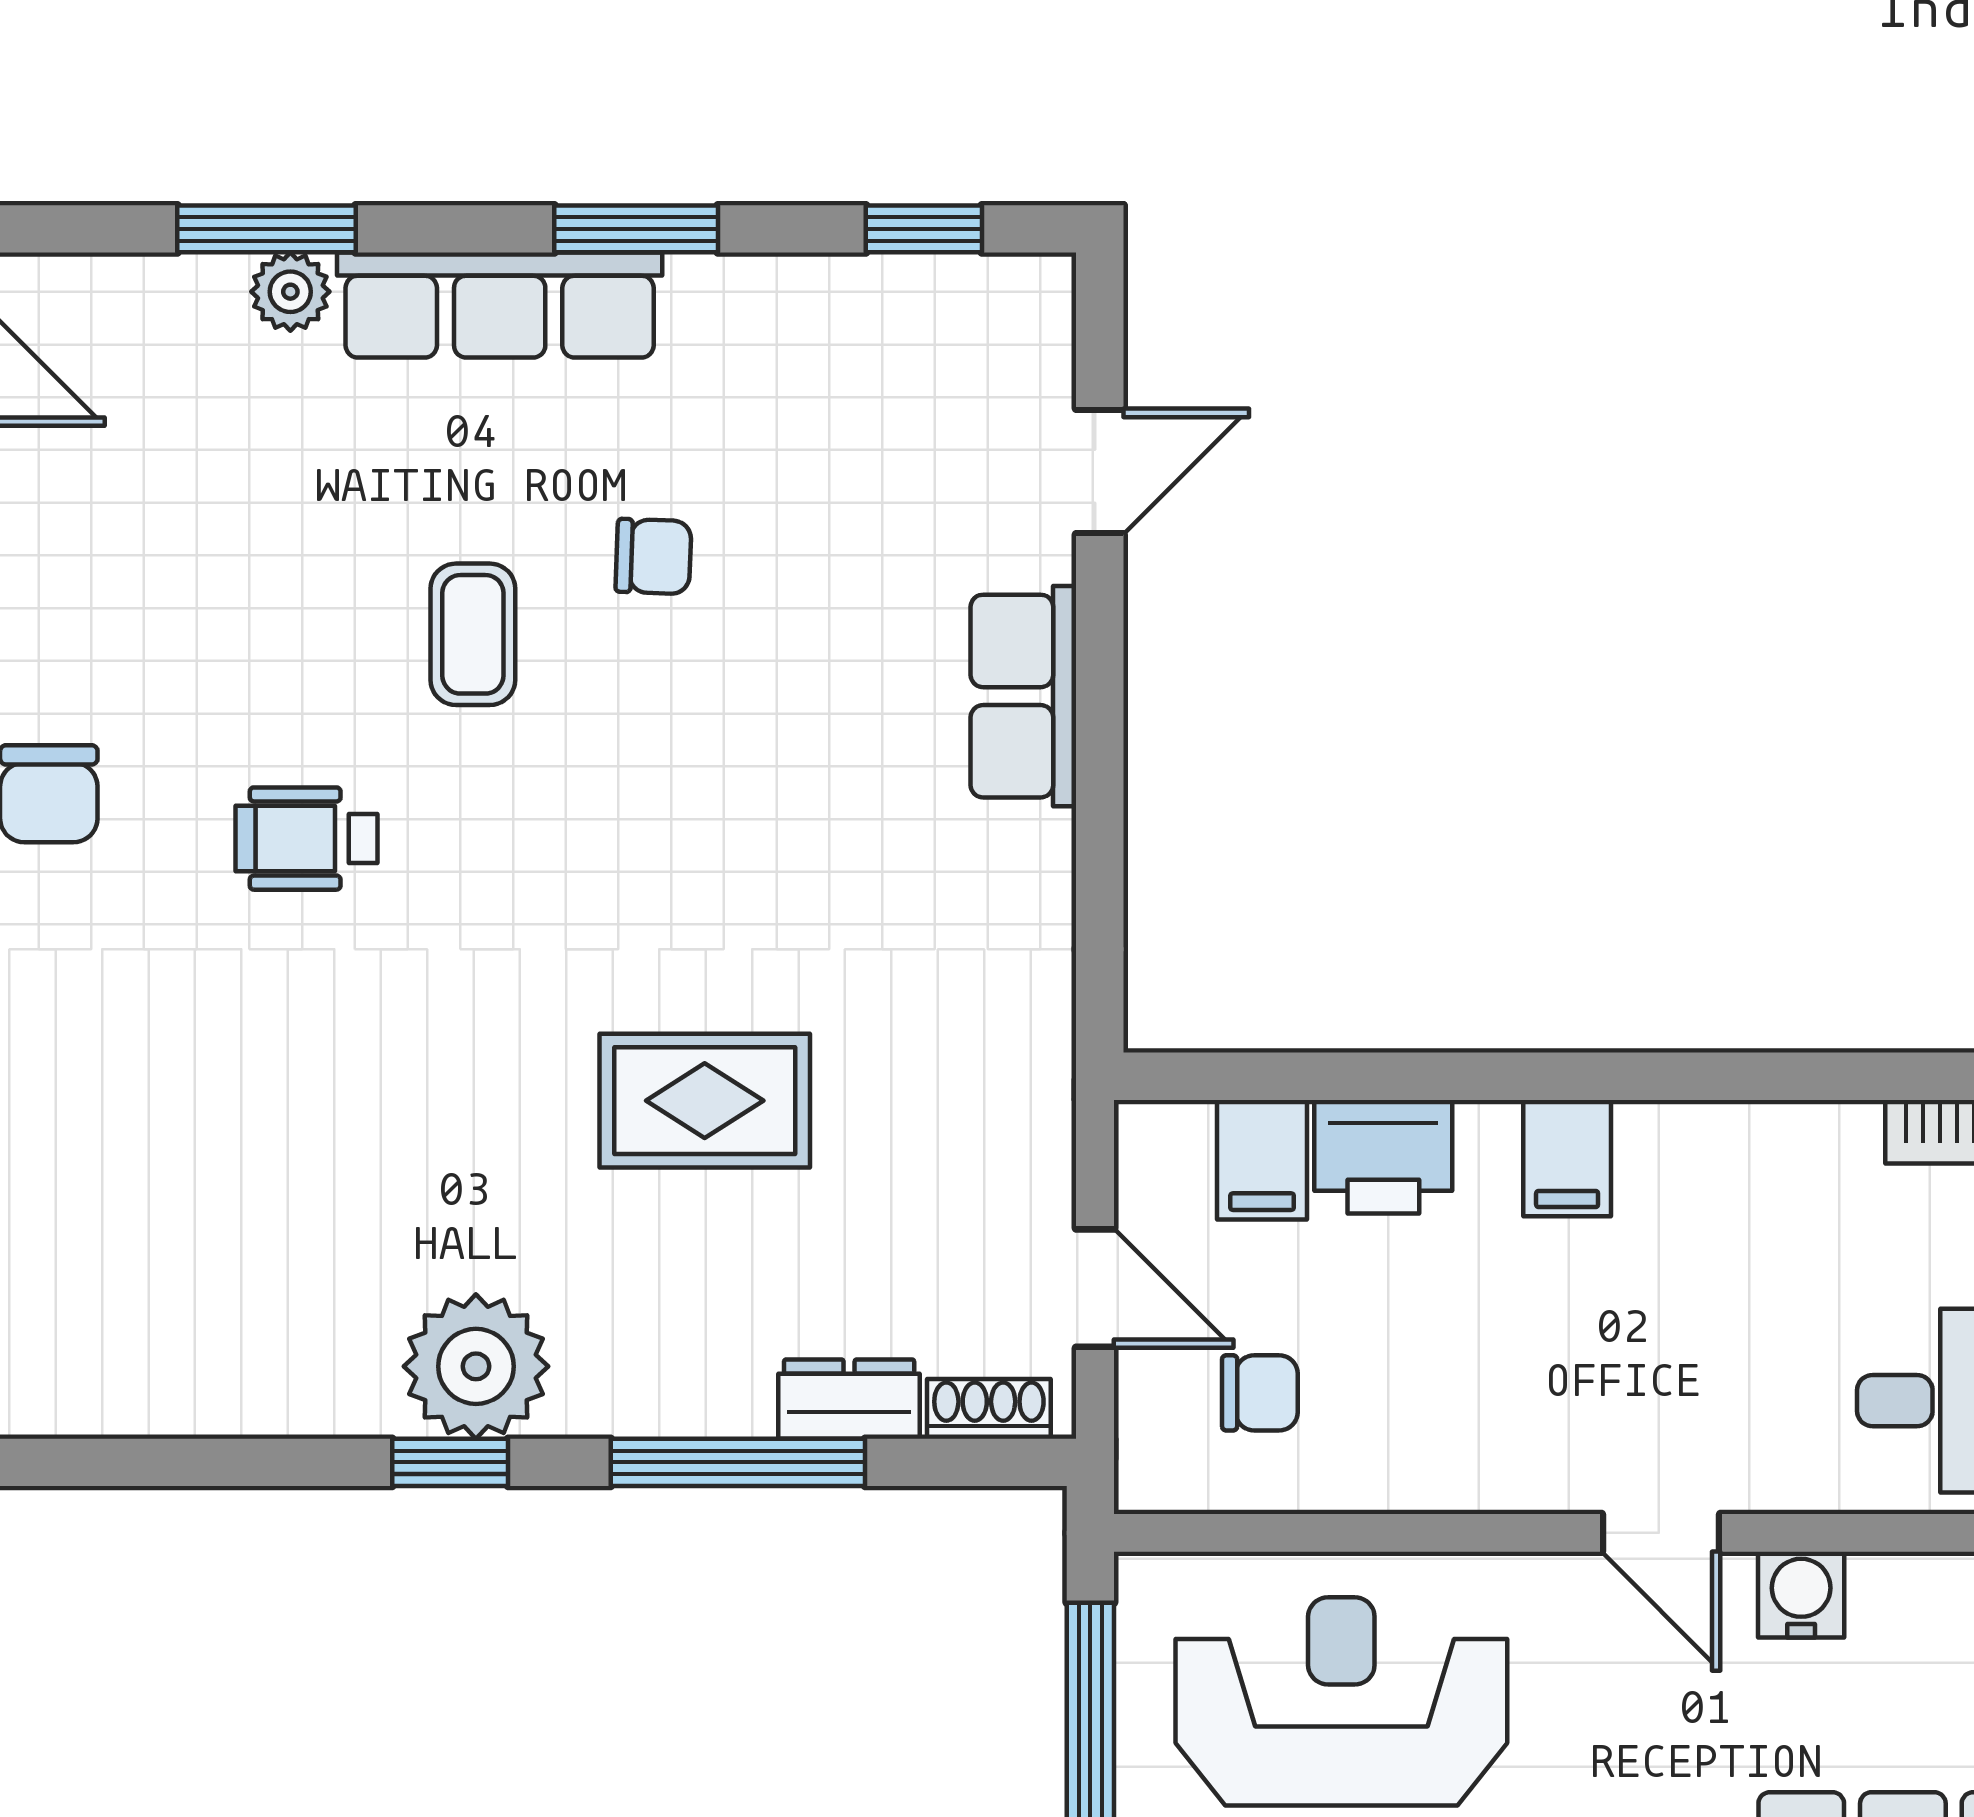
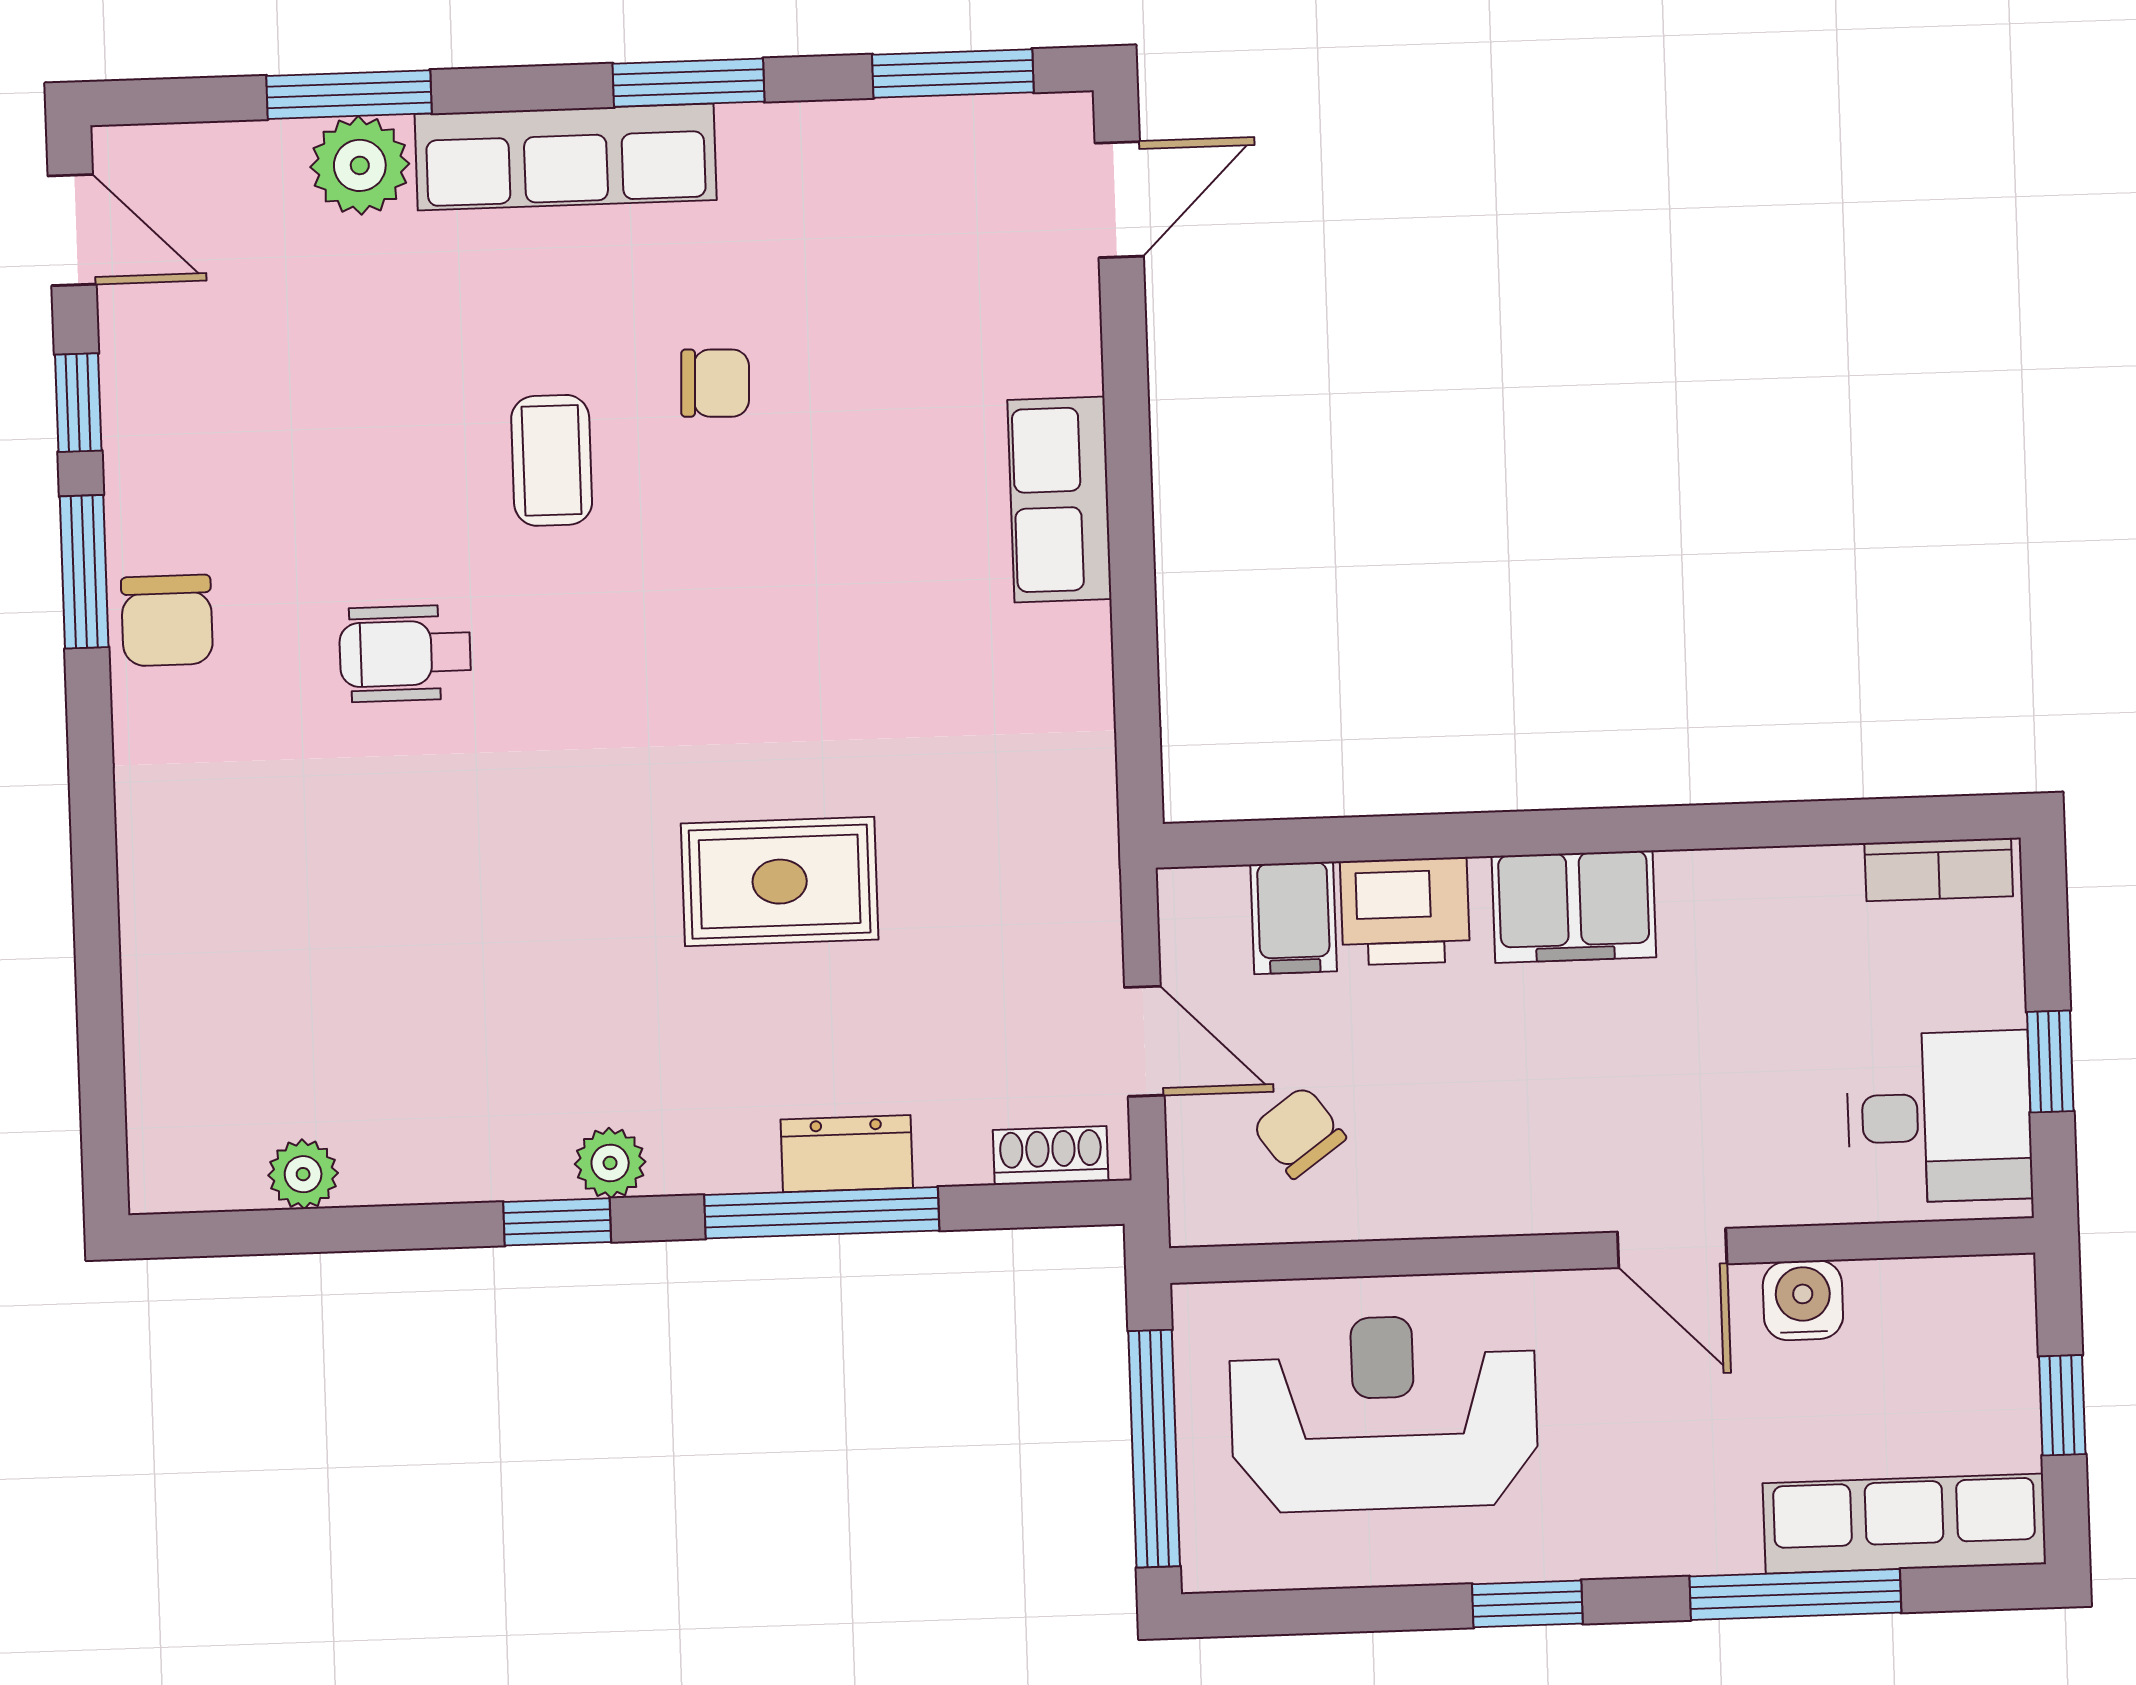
window: (924, 229) -> (953, 73), width x1.50
plant: (290, 292) -> (360, 165), width x1.38, depth x1.38
door: (1100, 472) -> (1119, 200), moved
filing cabinet: (1567, 1158) -> (1574, 907), width x2.00
plant: (476, 1366) -> (610, 1163), width x0.53, depth x0.53
chair: (1260, 1393) -> (1299, 1132), turned -126
dresser: (849, 1399) -> (847, 1154), moved
plant: (176, 1401) -> (303, 1174), added

